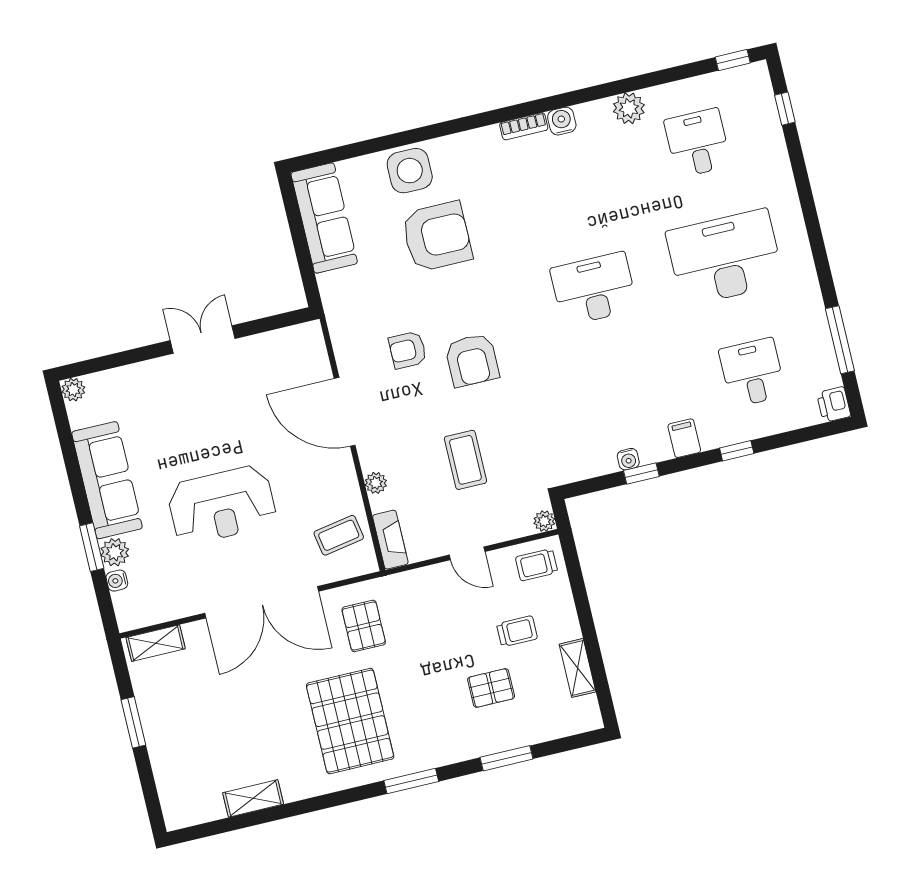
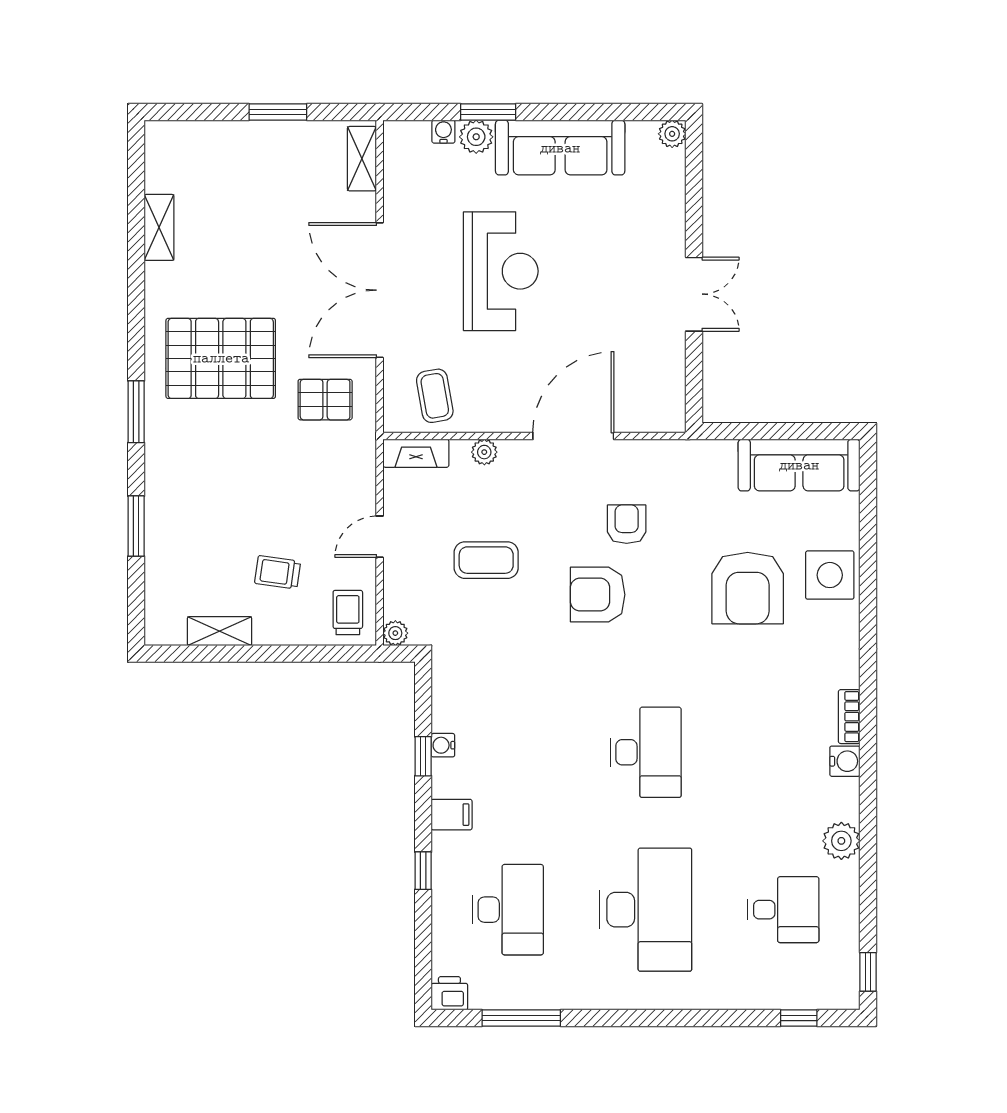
desk: (752, 372) -> (508, 910), width x1.37
reception desk: (222, 505) -> (501, 271), turned 180
trolley: (517, 631) -> (278, 572), turned 98
pallet: (491, 688) -> (220, 527), removed

